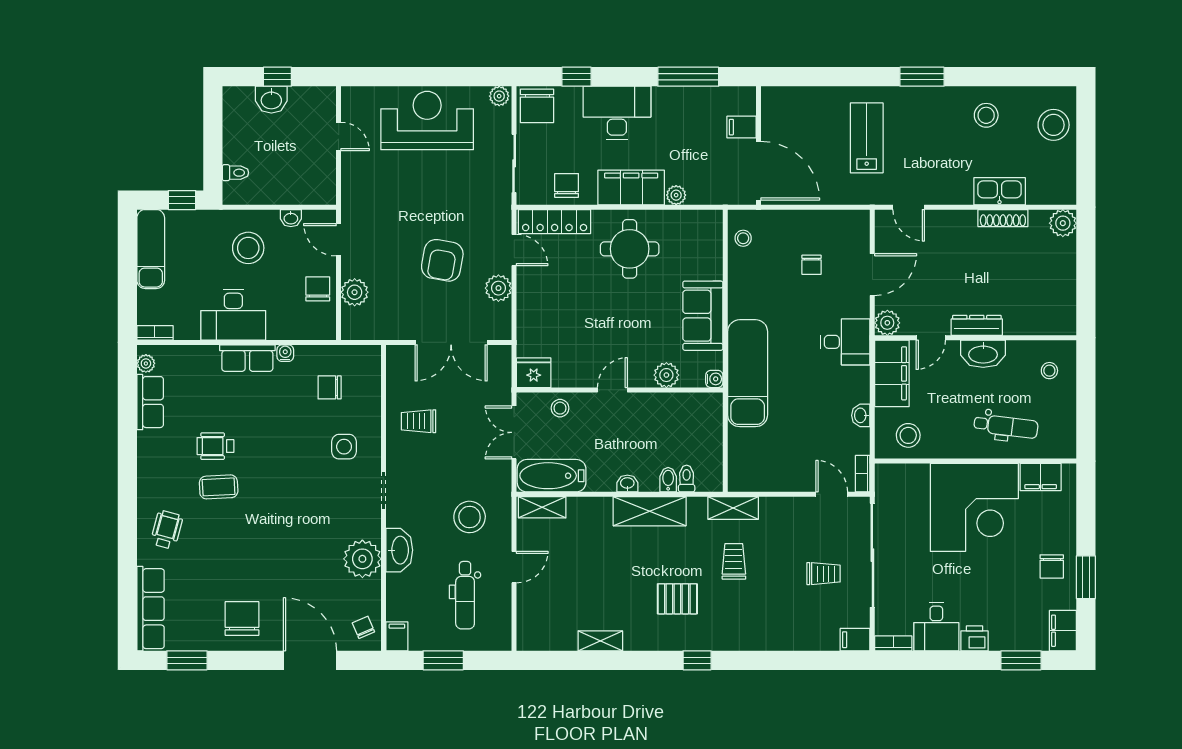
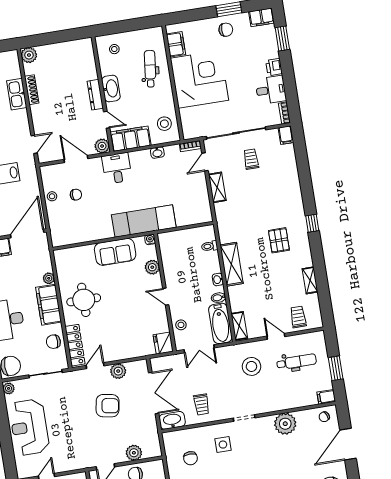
stool: (743, 238) -> (52, 196), moved
bidet: (668, 480) -> (218, 298), moved
shelving: (733, 508) -> (217, 187), moved
washbasin: (399, 550) -> (172, 420), moved
trolley: (734, 561) -> (298, 317), moved, turned 90

